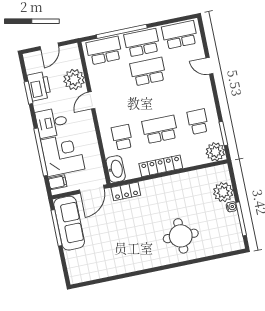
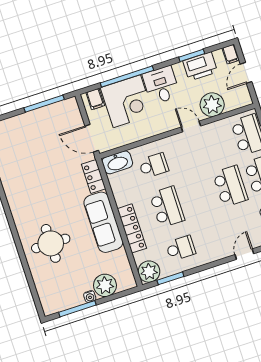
door: (49, 46) -> (246, 73), hinge flipped
filing cabinet: (31, 58) -> (231, 54), added
locker: (161, 166) -> (132, 228), moved
sofa: (69, 223) -> (103, 222), moved, turned 90

